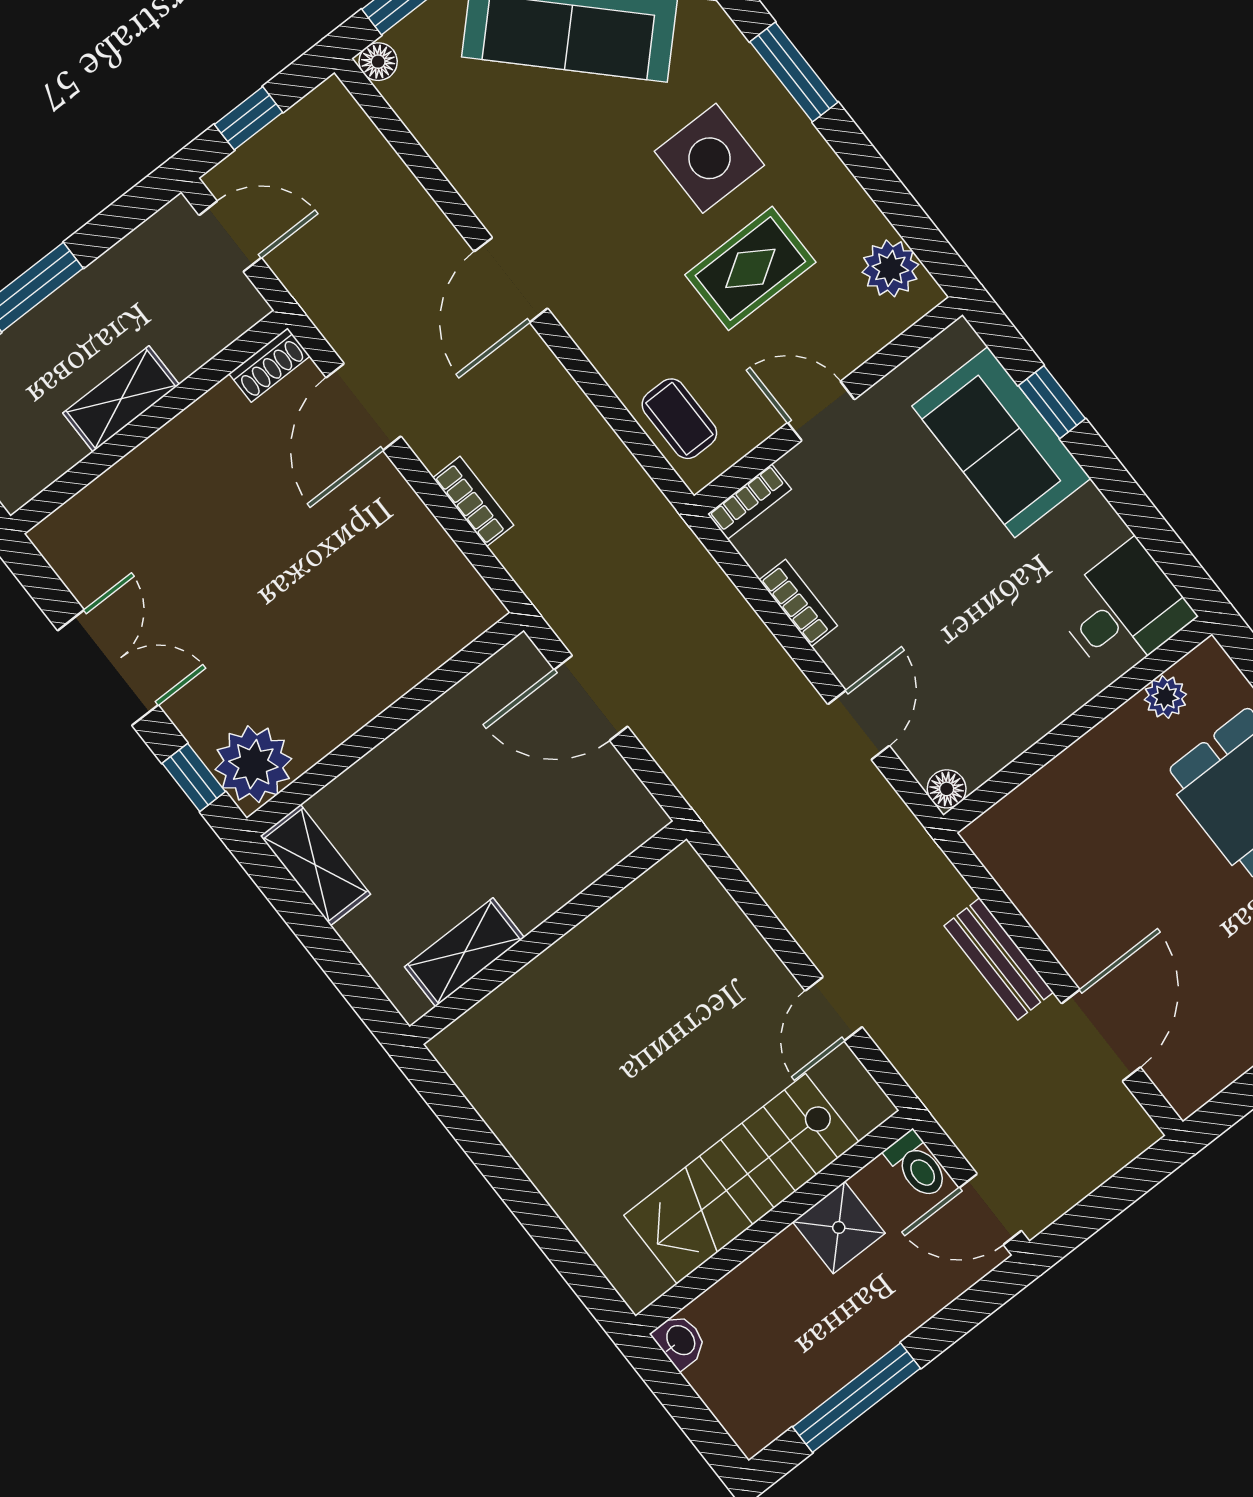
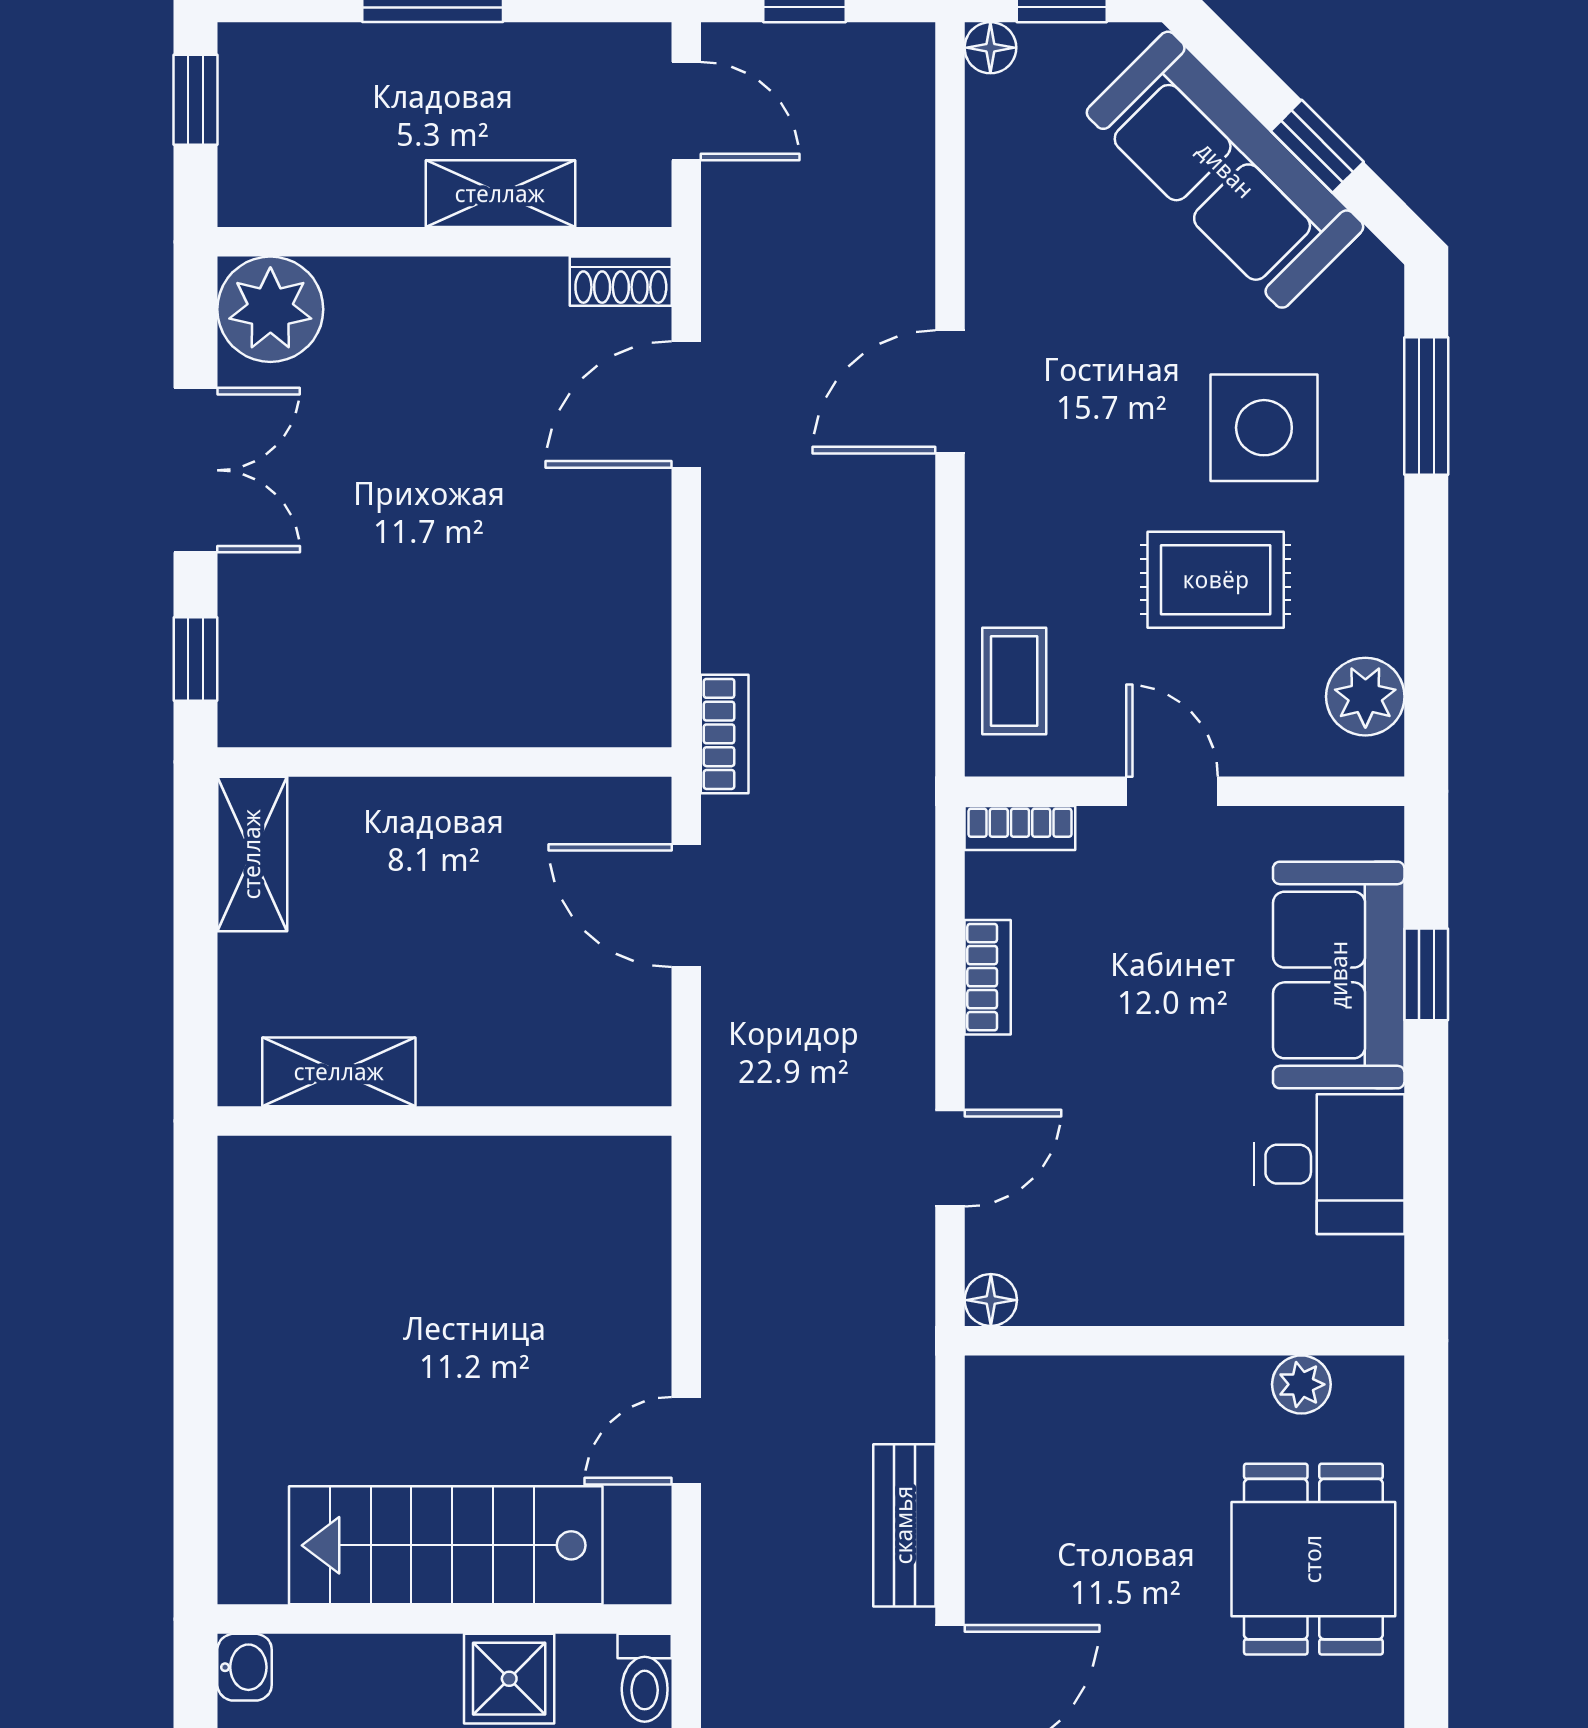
shelving: (121, 399) -> (500, 194), moved
bookcase: (473, 501) -> (725, 734), moved
desk: (1123, 610) -> (1329, 1164), moved
plant: (253, 764) -> (270, 309), moved

